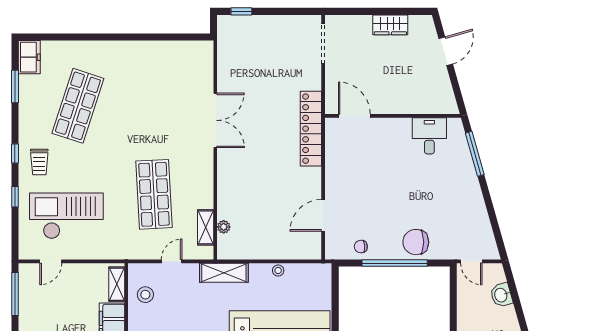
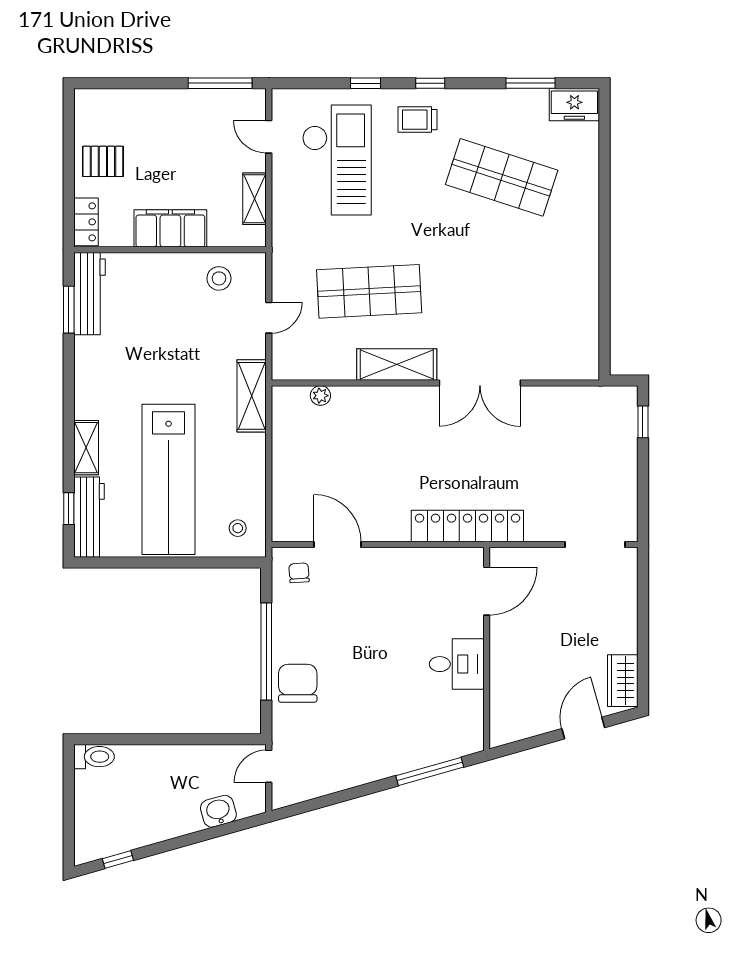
wardrobe: (390, 25) -> (623, 681), moved
door: (446, 51) -> (583, 728), swing flipped
desk: (429, 136) -> (457, 664), moved
shelving: (206, 227) -> (397, 365), moved, width x1.50, depth x1.33
chair: (361, 247) -> (299, 573), moved
door: (172, 261) -> (269, 318), hinge flipped
stool: (278, 271) -> (238, 528), moved
shelving: (117, 284) -> (255, 199), moved, turned 90

